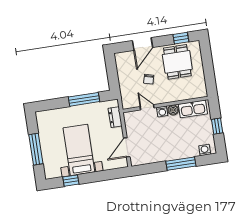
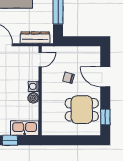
door: (147, 107) -> (40, 60), moved
kitchen sink: (193, 109) -> (25, 128), moved, turned 90
dresser: (115, 117) -> (35, 38), width x1.44

